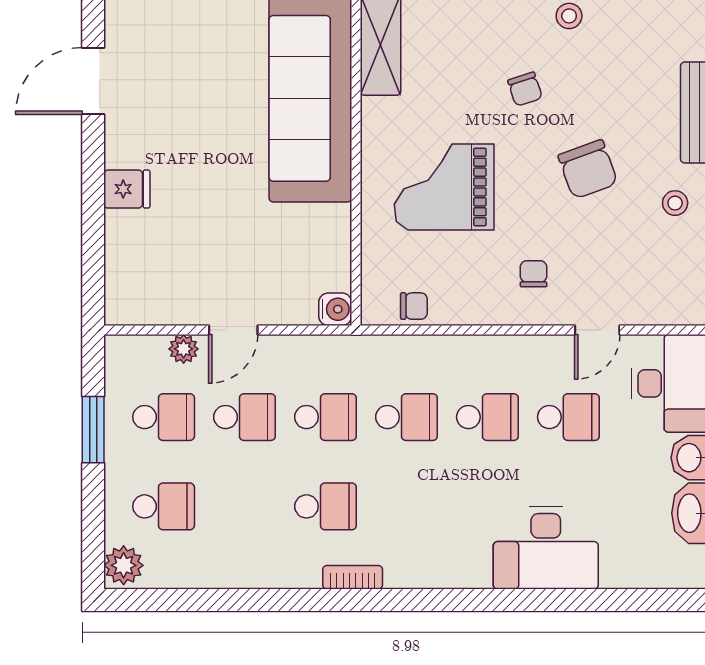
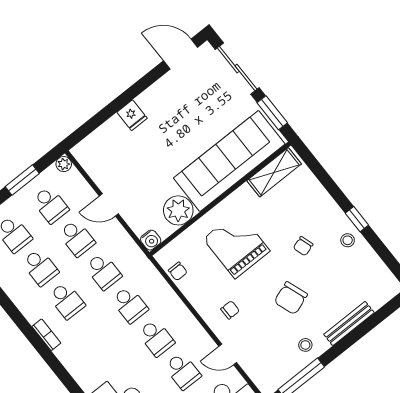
door: (93, 81) -> (181, 54), moved
plant: (324, 233) -> (178, 210), added
plant: (184, 349) -> (64, 164), moved
school desk: (245, 506) -> (40, 267), added

